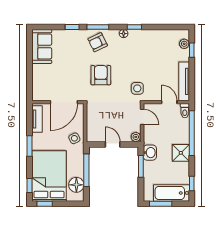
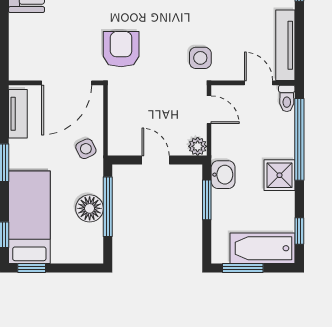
armchair: (101, 75) -> (121, 49), moved
bed: (49, 176) -> (29, 217), width x0.67
floor lamp: (76, 185) -> (90, 208), moved

